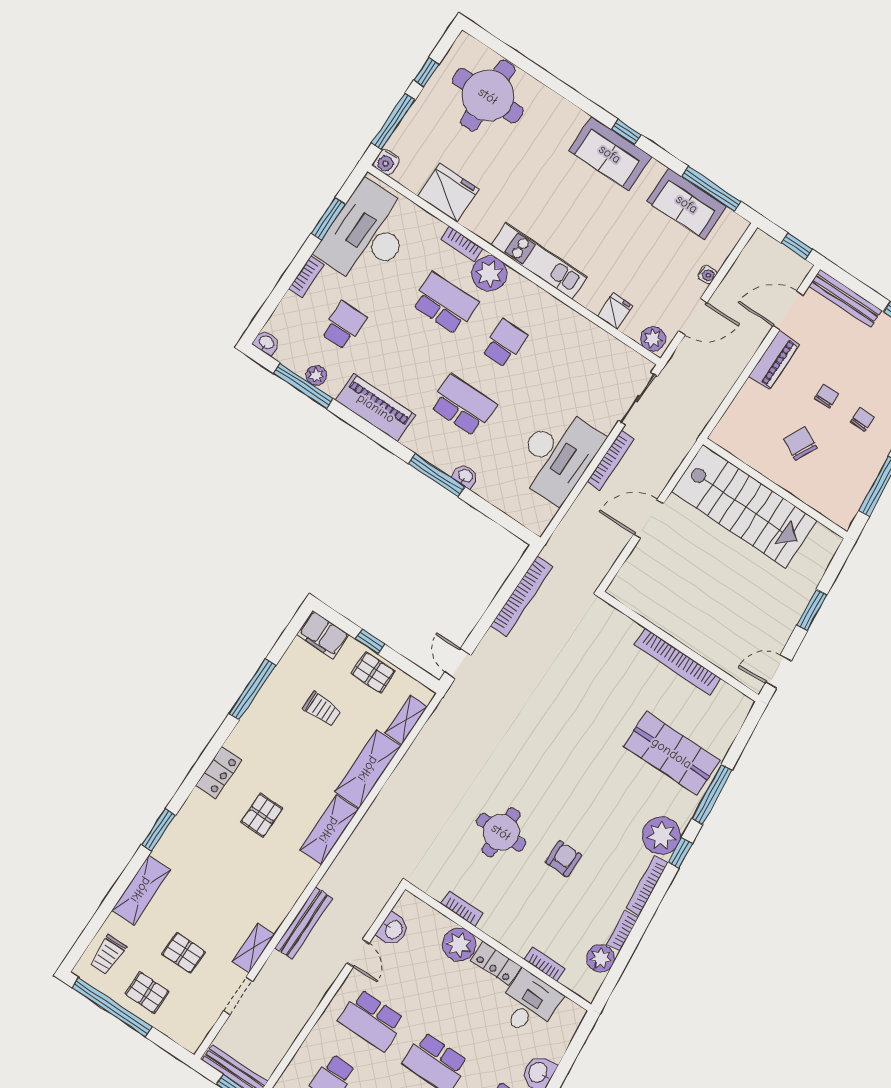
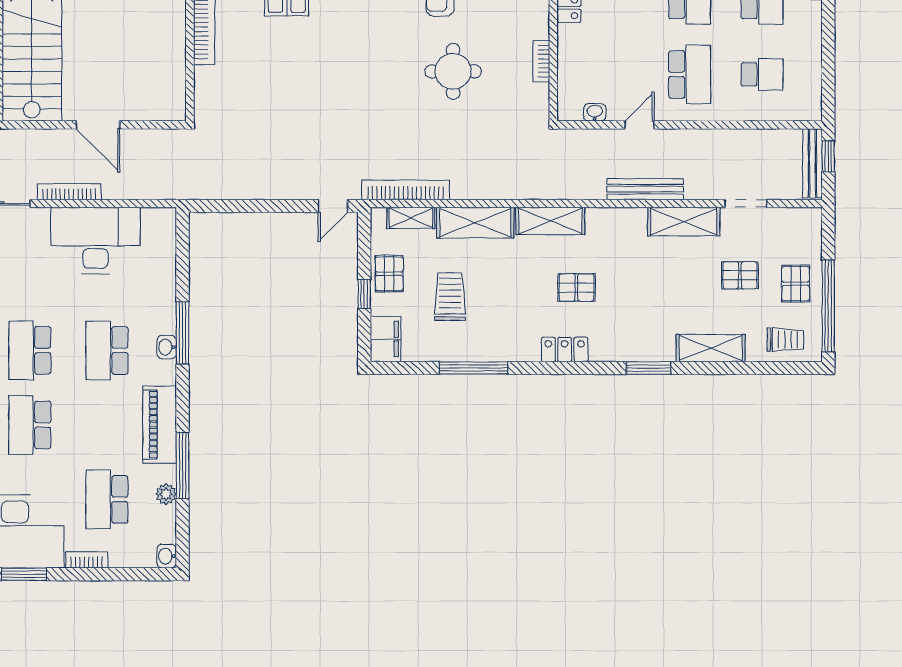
school desk: (344, 325) -> (107, 499), width x1.85
school desk: (505, 343) -> (30, 350), width x1.85
window: (303, 386) -> (183, 465), moved
washbasin: (465, 476) -> (167, 347), moved
bookcase: (522, 596) -> (406, 190), moved
trolley: (322, 709) -> (450, 297), width x1.36, depth x1.39
washbasin: (393, 929) -> (595, 112), width x0.72, depth x0.69
plant: (459, 945) -> (574, 43), removed
shelving: (253, 948) -> (684, 222), width x1.50, depth x1.33
pallet: (184, 953) -> (740, 275), turned 90

